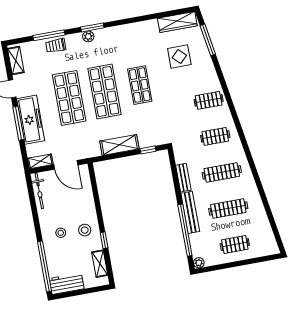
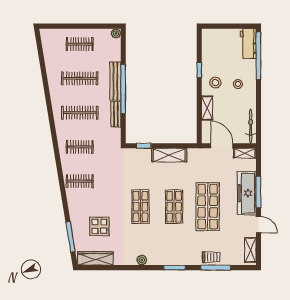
plant: (88, 36) -> (142, 260), moved
shop shelf: (104, 92) -> (174, 207), width x0.70, depth x0.74
window: (185, 230) -> (123, 89), moved
shelving: (100, 264) -> (207, 108), moved
workbench: (67, 284) -> (248, 44), moved, turned 90

